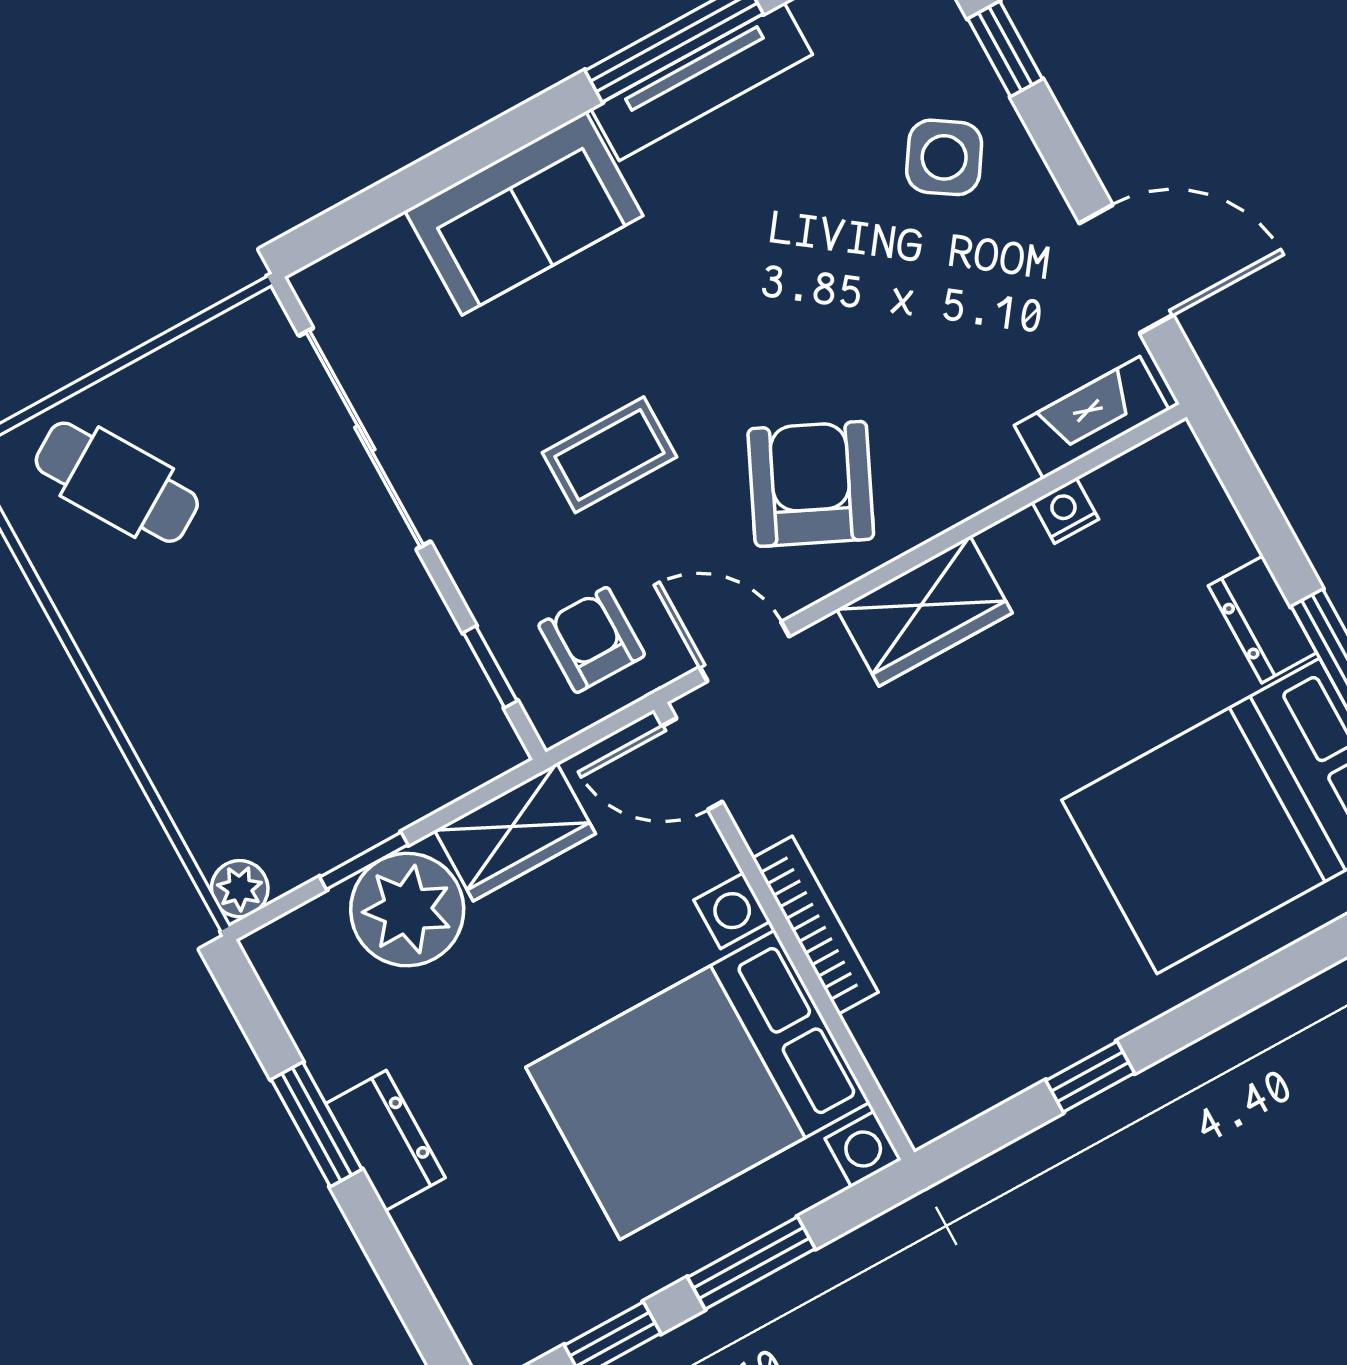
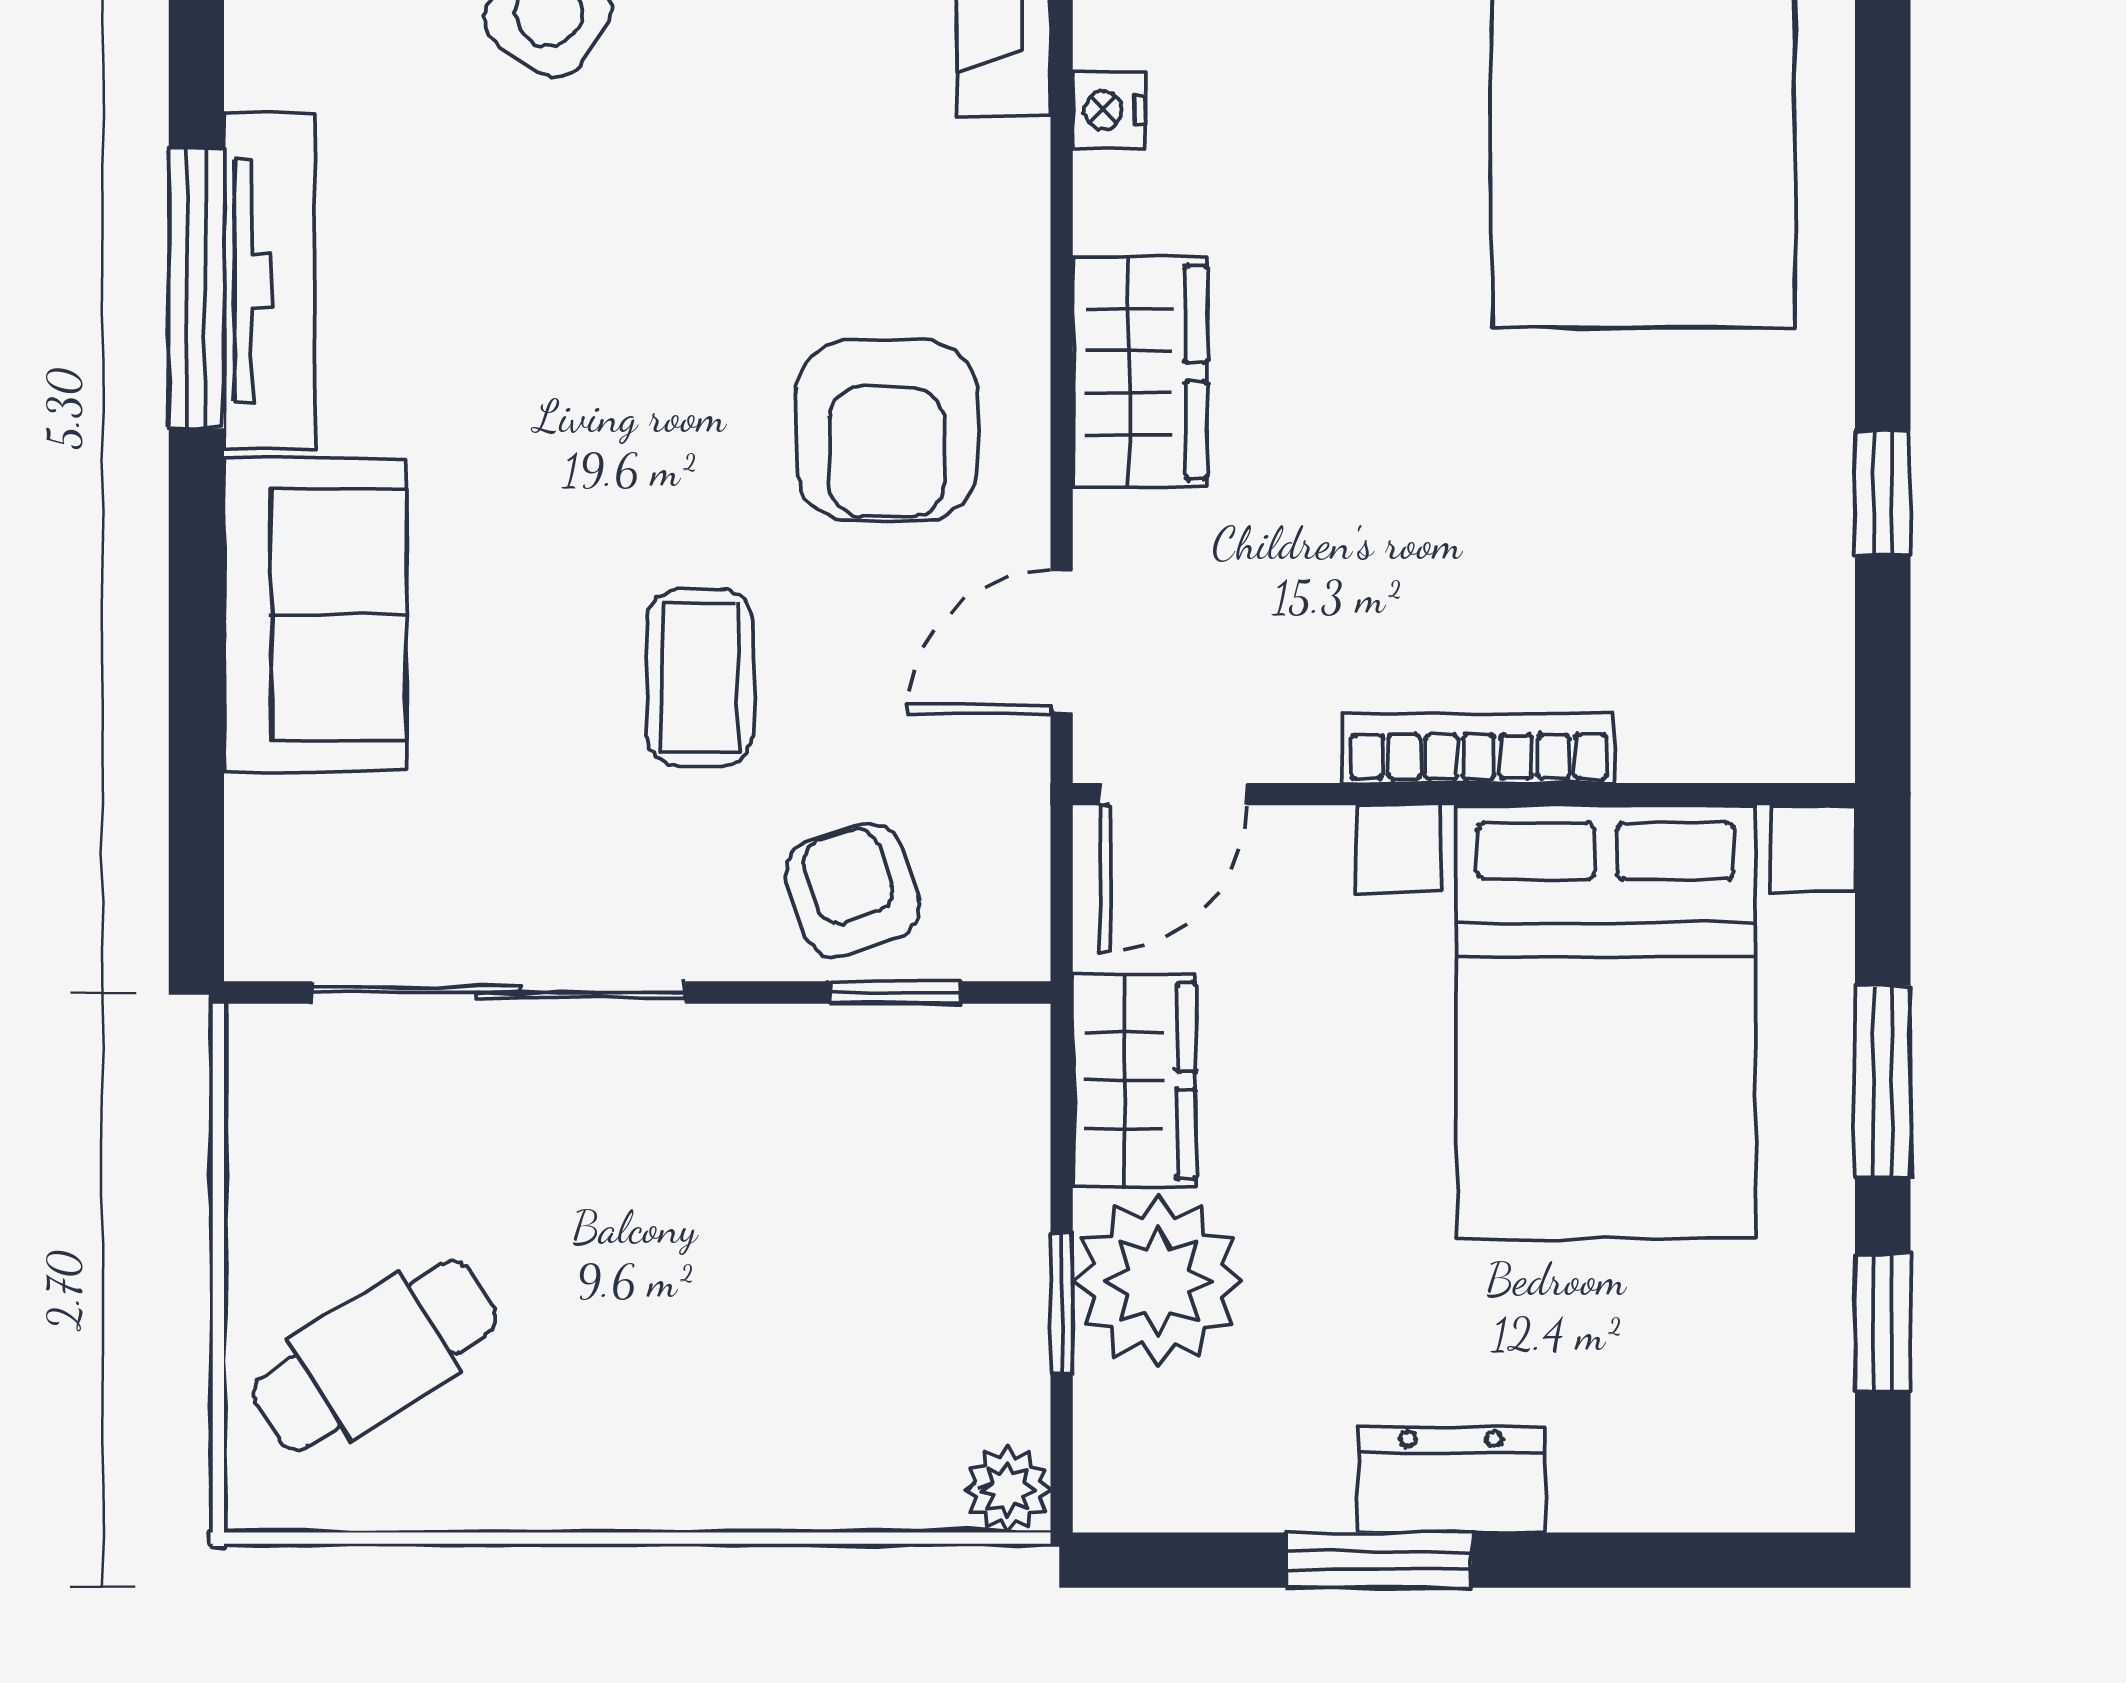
armchair: (811, 484) -> (887, 430), turned -115
armchair: (592, 640) -> (852, 890), moved, turned 72

